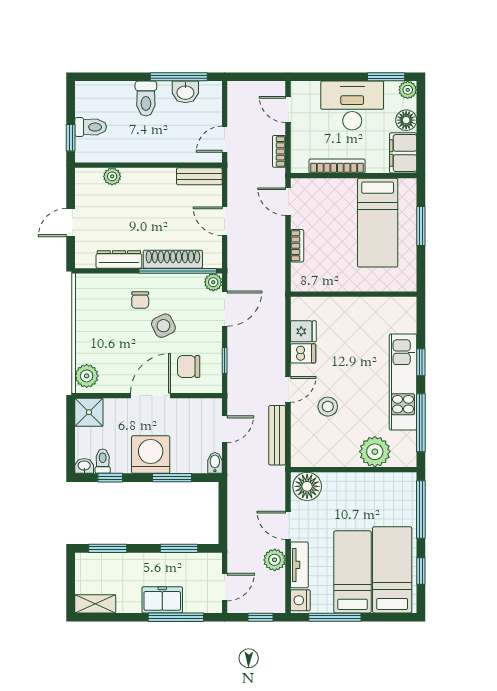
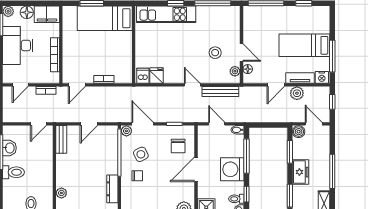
door: (225, 139) -> (38, 124), hinge flipped
bed: (378, 223) -> (105, 18), moved, turned 180
shoe rack: (173, 259) -> (112, 156), removed
side table: (163, 326) -> (141, 154), moved
dishwasher: (303, 353) -> (143, 76), moved
kitchen unit: (403, 382) -> (166, 14), moved
door: (151, 396) -> (196, 169), hinge flipped
stool: (328, 407) -> (215, 53), moved
plant: (375, 452) -> (235, 71), moved, width x0.53, depth x0.53
door: (341, 470) -> (242, 53), added
window: (172, 478) -> (246, 156), width x1.44
floor lamp: (307, 486) -> (248, 69), width x0.53, depth x0.53
boiler: (212, 562) -> (299, 132), added
bed: (392, 570) -> (303, 21), removed
freezer: (162, 600) -> (301, 172), moved, turned 180
window: (176, 617) -> (332, 171), moved

